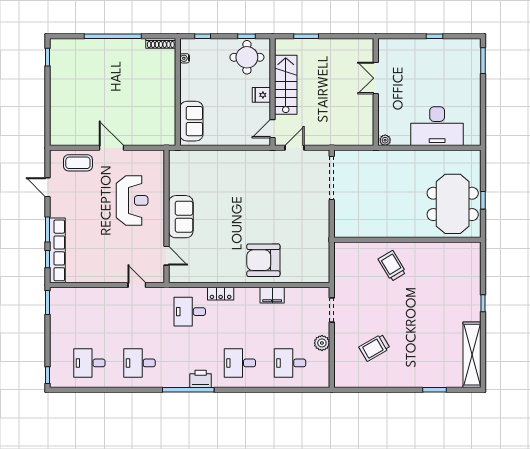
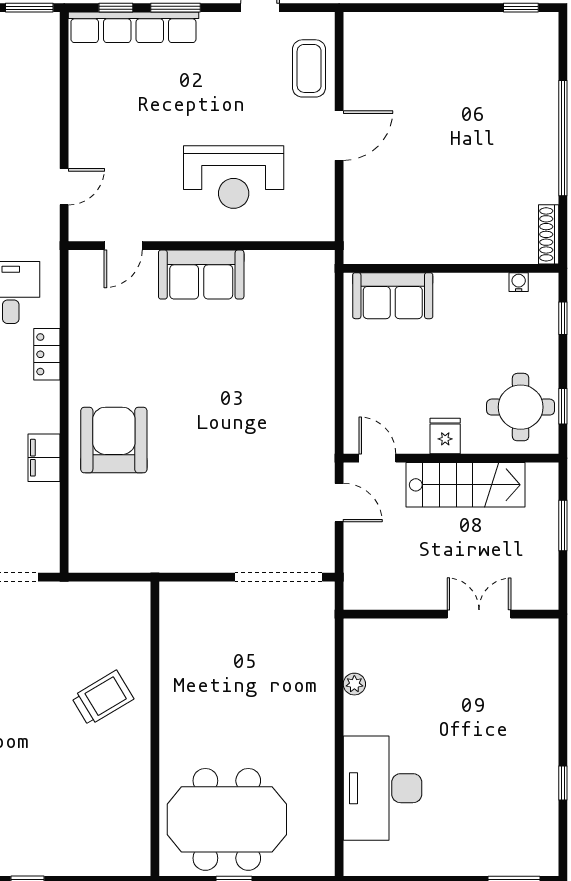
double door: (376, 78) -> (479, 614), moved
wall: (376, 92) -> (451, 614), moved

